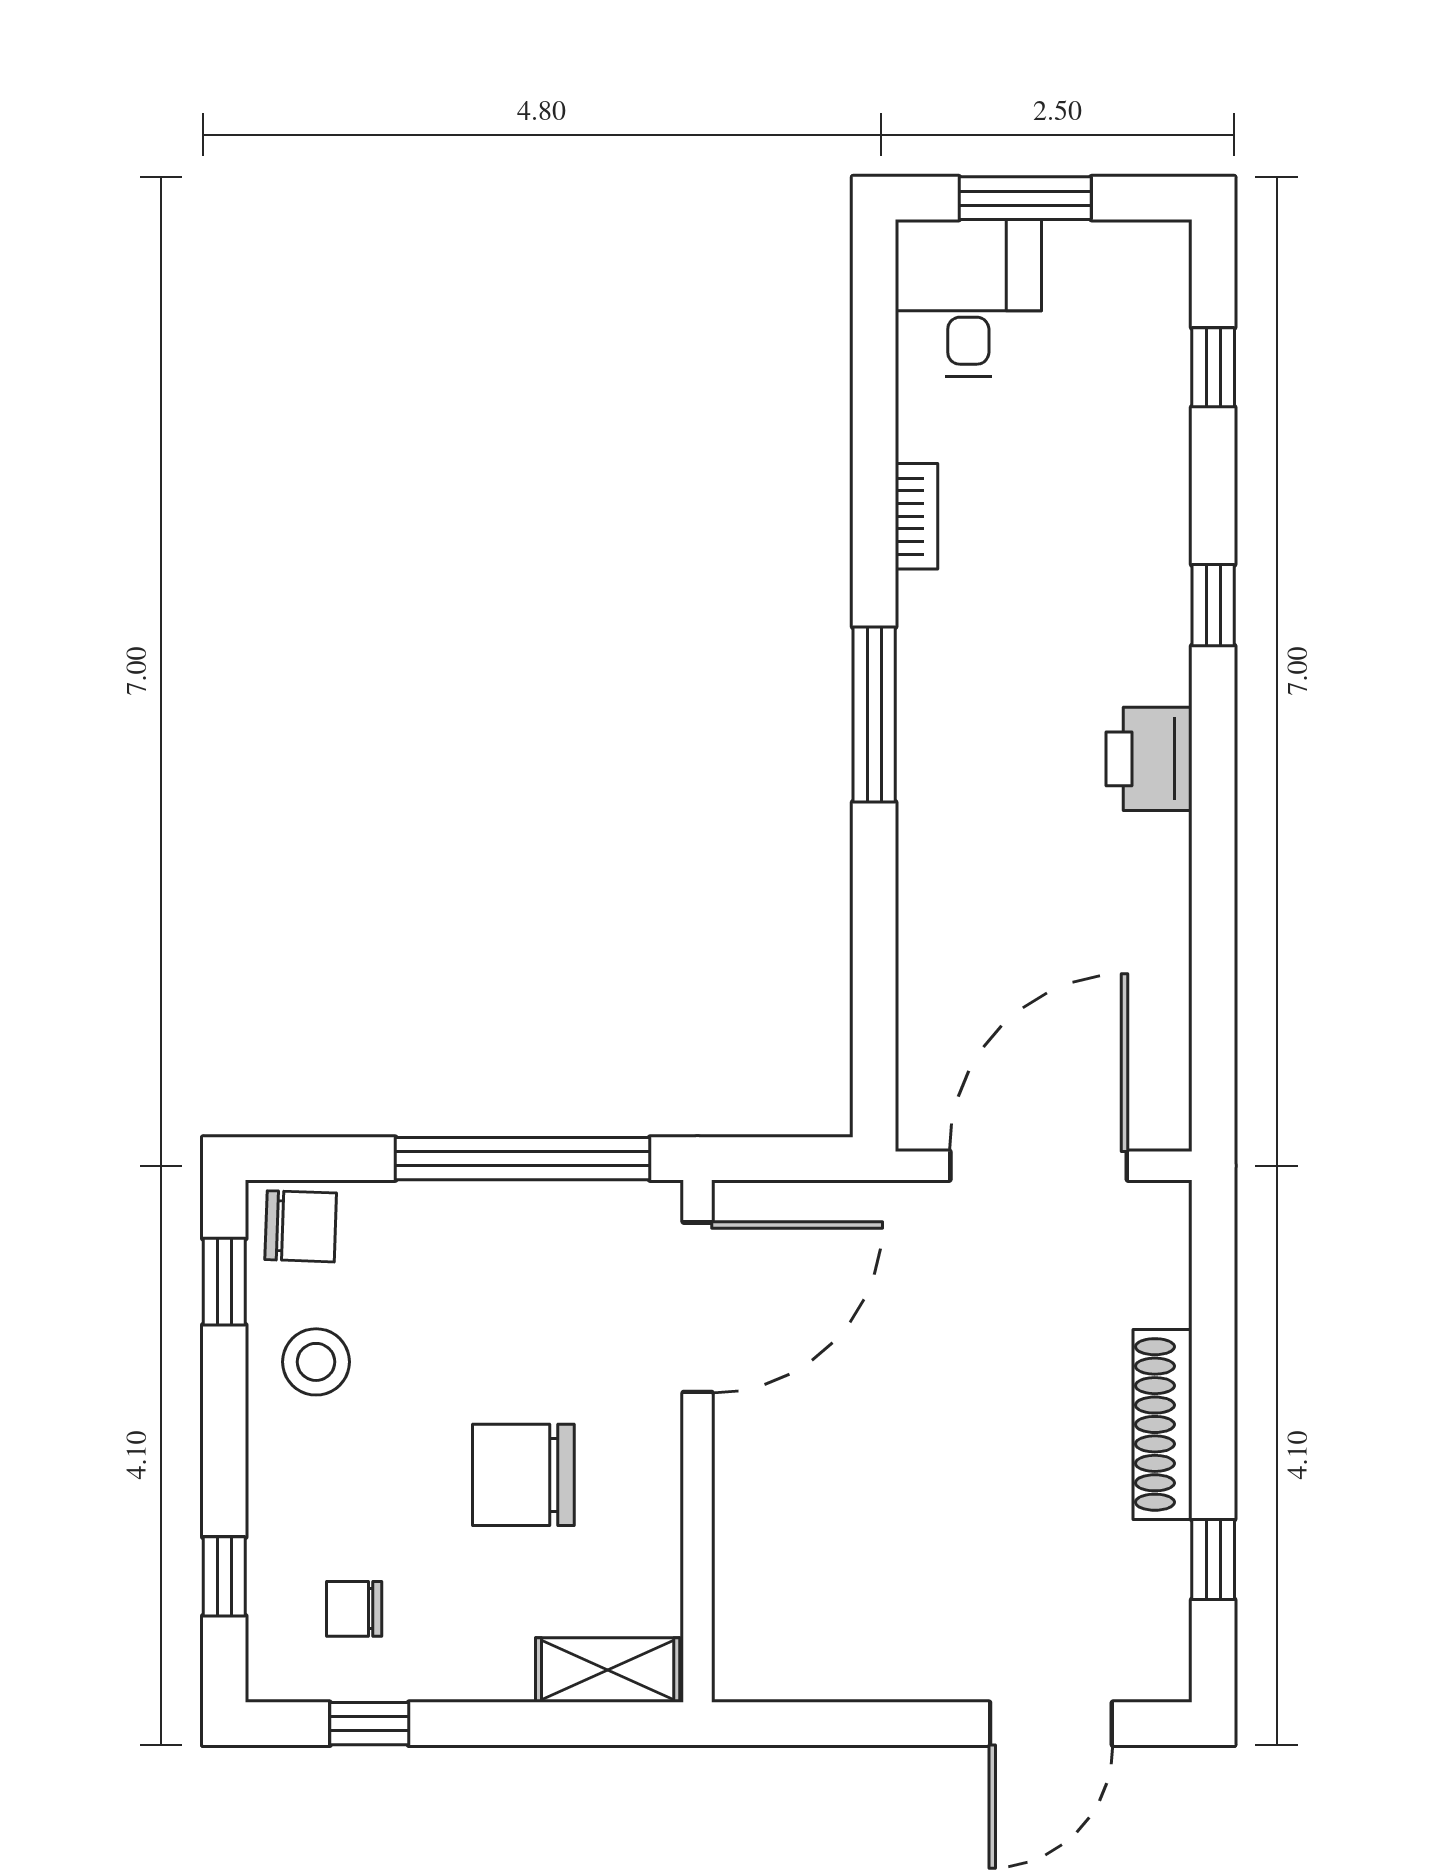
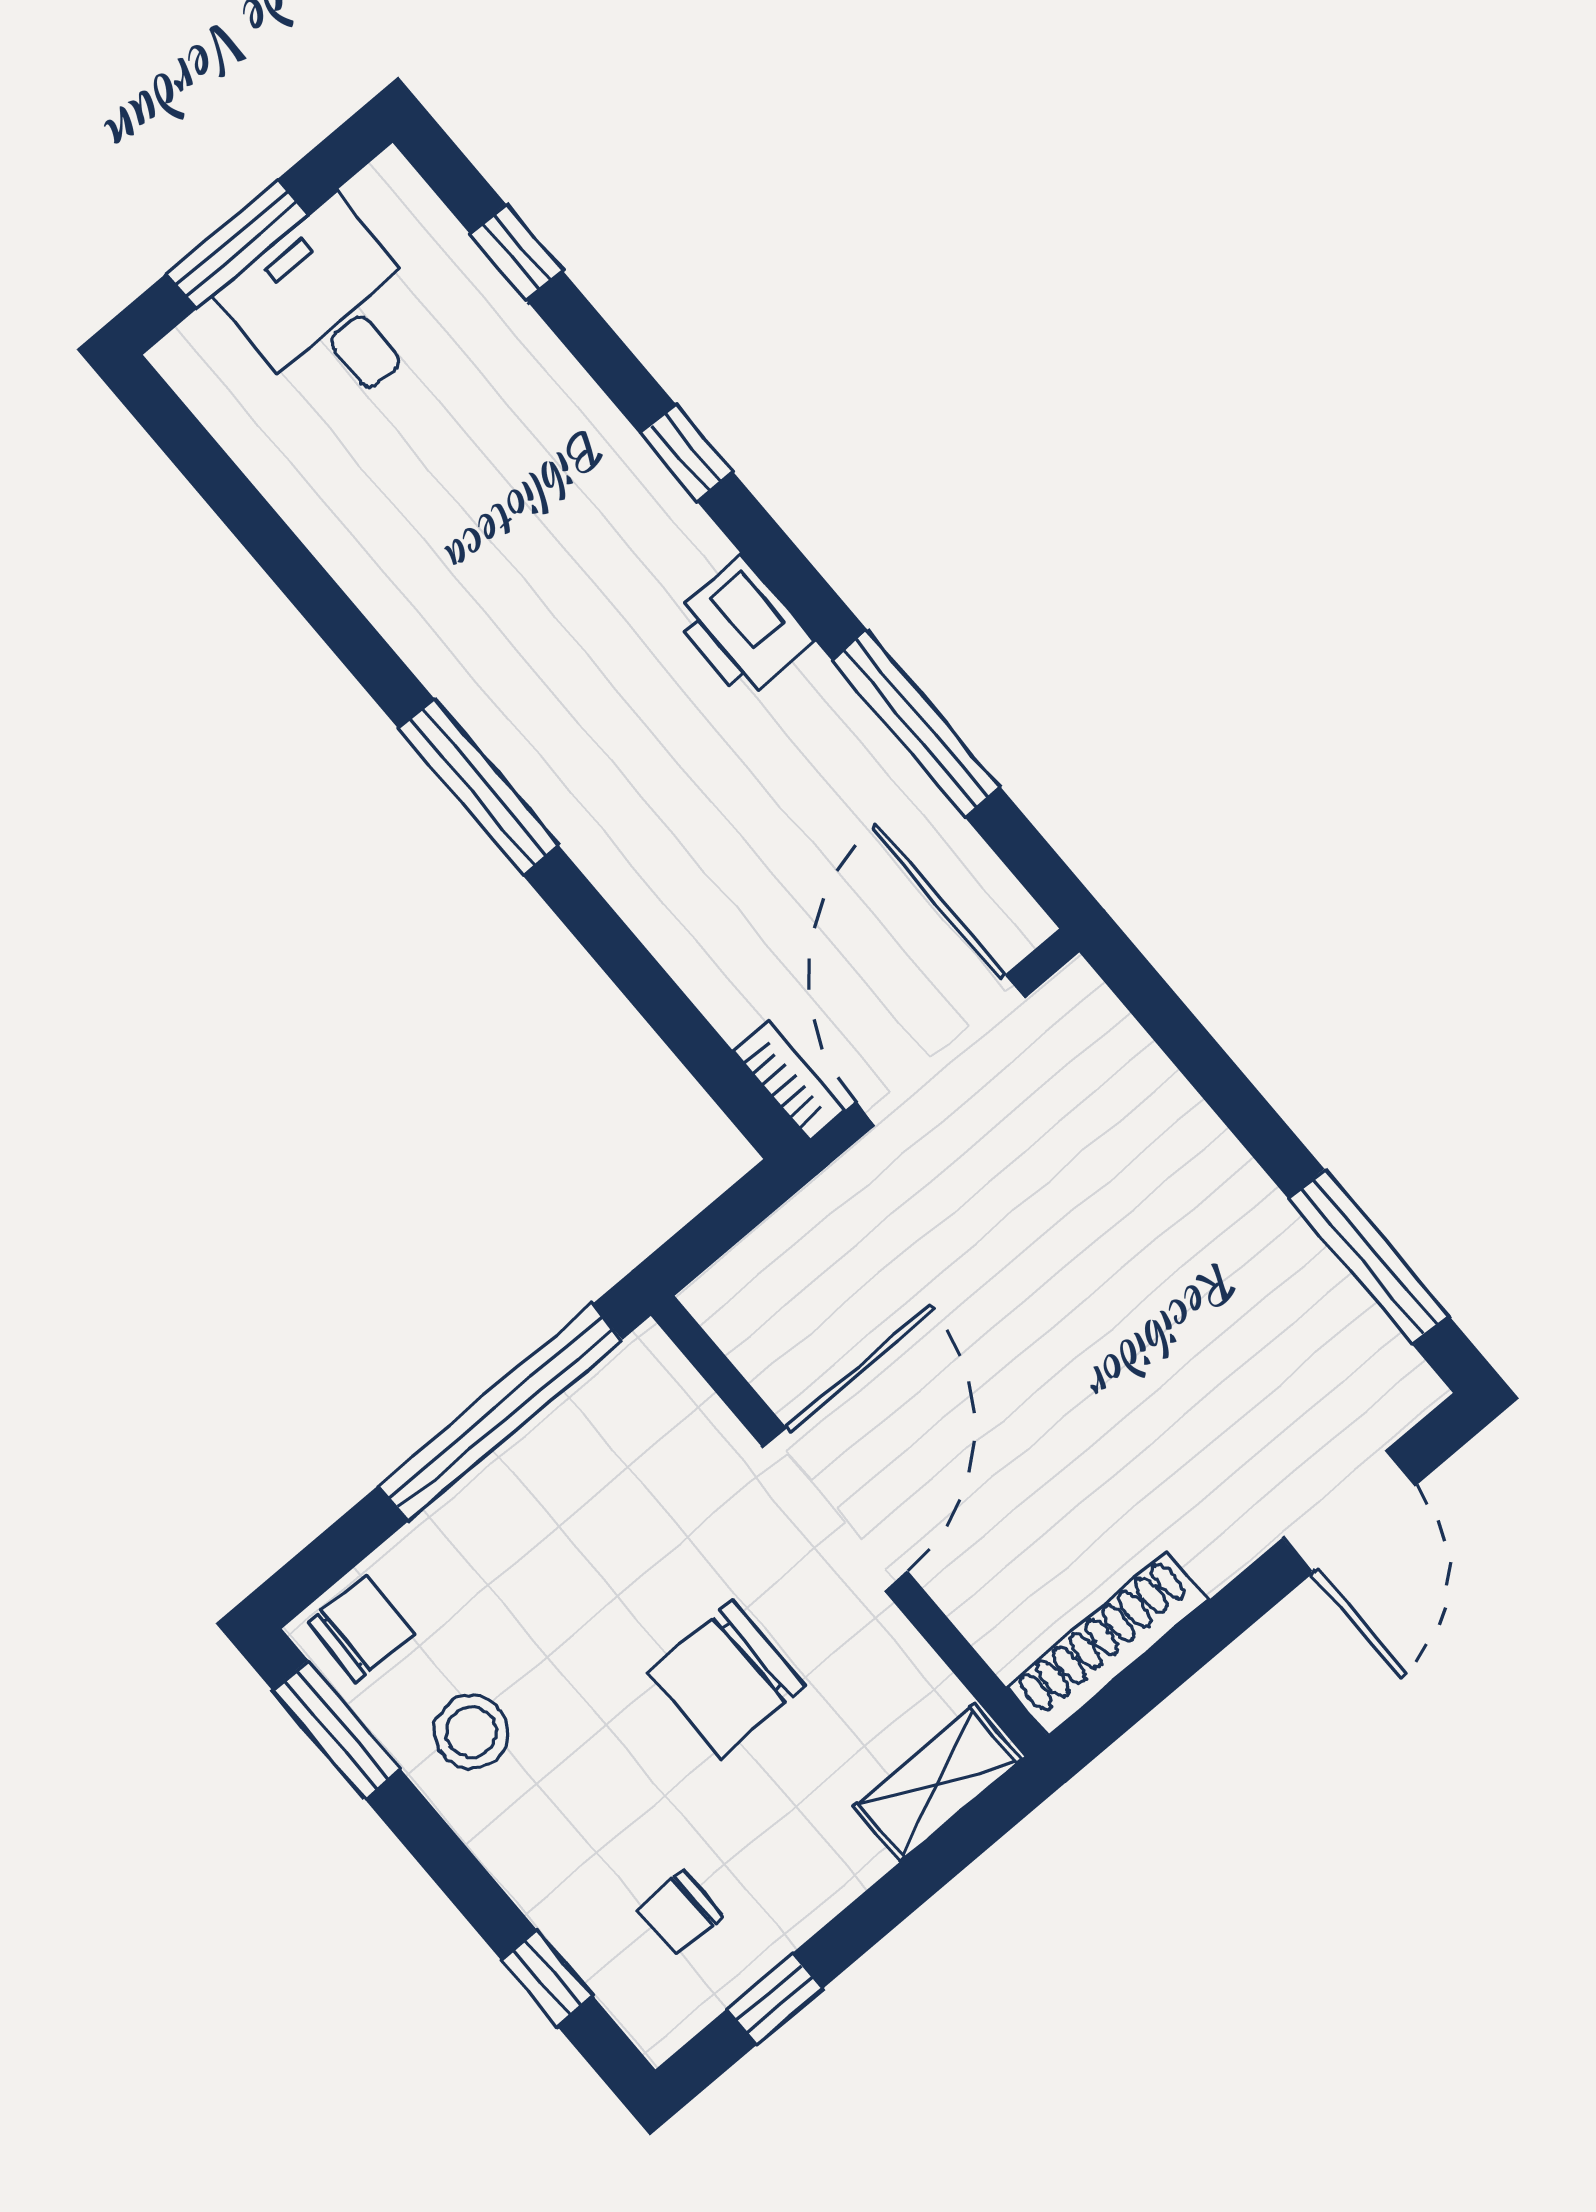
desk: (968, 298) -> (330, 310), moved
bookcase: (916, 516) -> (789, 1081), moved
window: (1213, 926) -> (916, 724), added
window: (224, 1282) -> (337, 1730), width x1.50
door: (698, 1307) -> (835, 1509), moved
shoe rack: (1163, 1424) -> (1107, 1643), moved, turned 90
window: (1213, 1560) -> (1369, 1257), width x2.17

